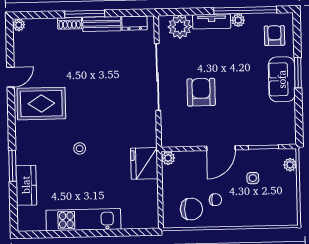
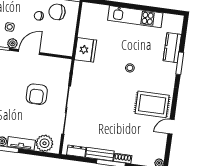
plant: (168, 158) -> (12, 43), moved

